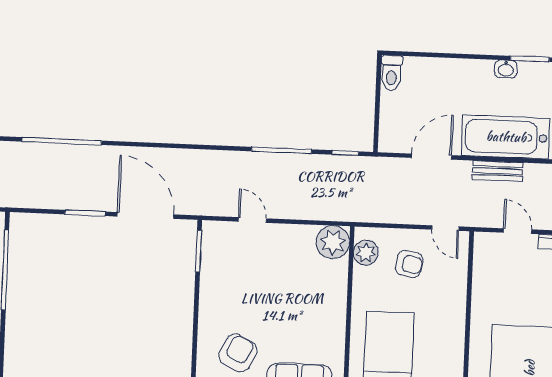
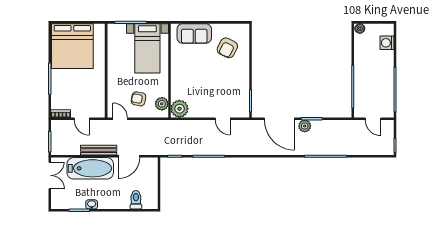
toilet: (392, 73) -> (136, 200), moved
bench: (498, 171) -> (99, 150), width x1.36
plant: (99, 200) -> (305, 126), added

